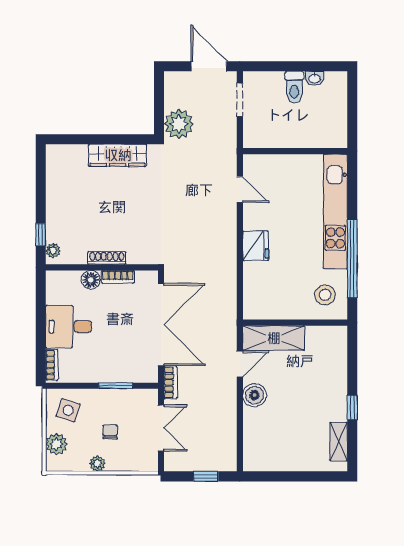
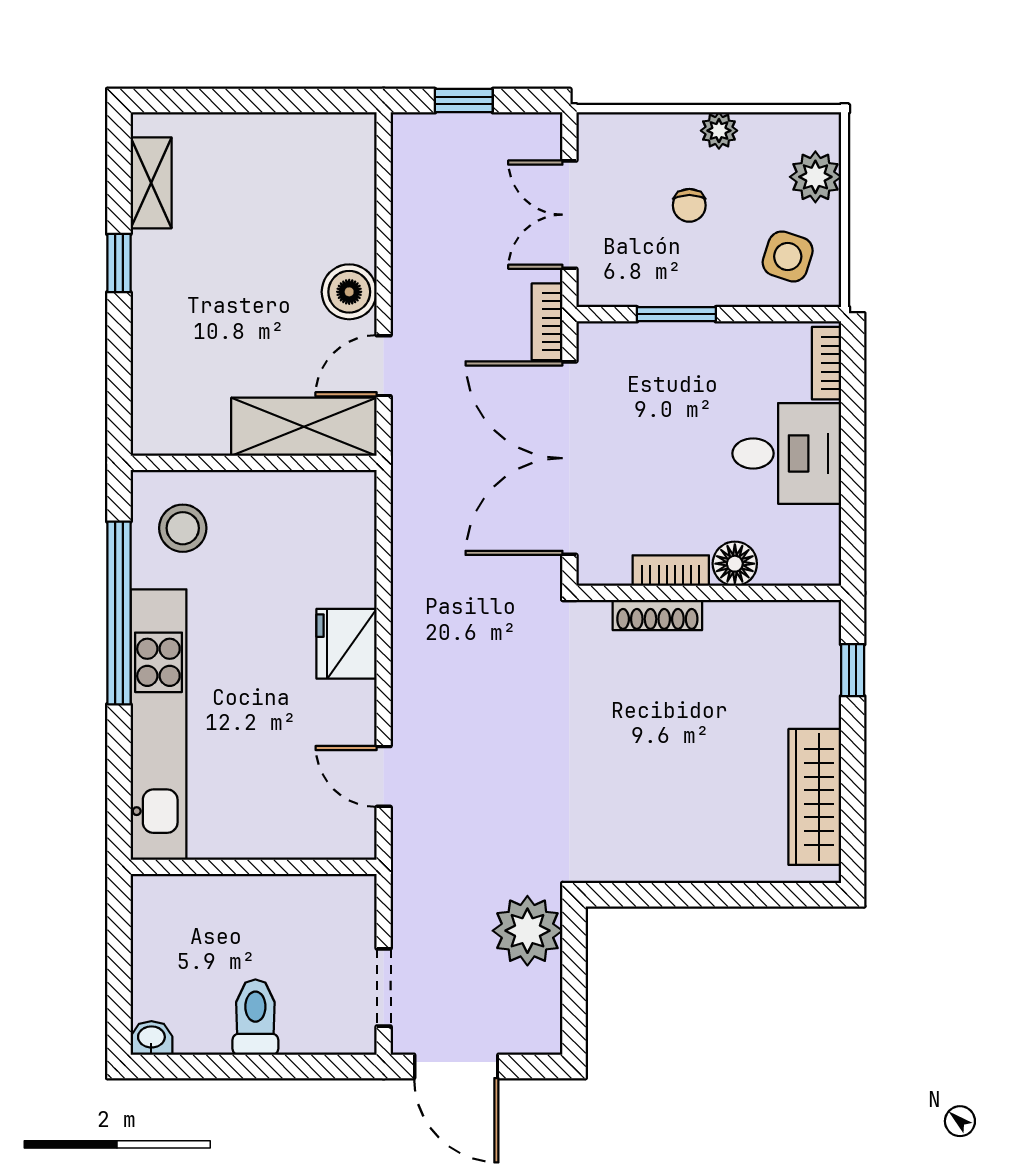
washbasin: (314, 78) -> (151, 1038), moved
wardrobe: (118, 155) -> (815, 797), moved, turned -90
plant: (53, 251) -> (824, 632), removed
shoe rack: (107, 258) -> (657, 615), moved

